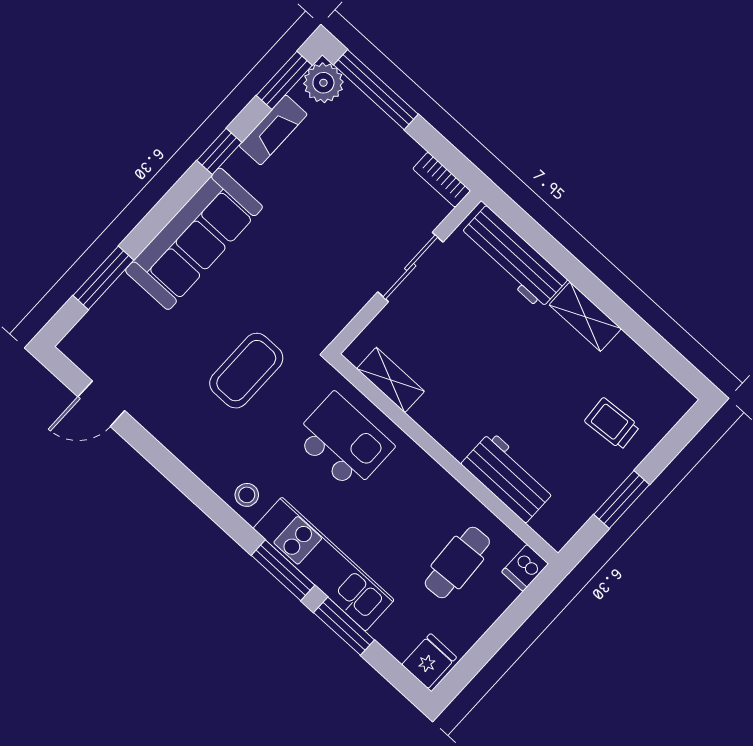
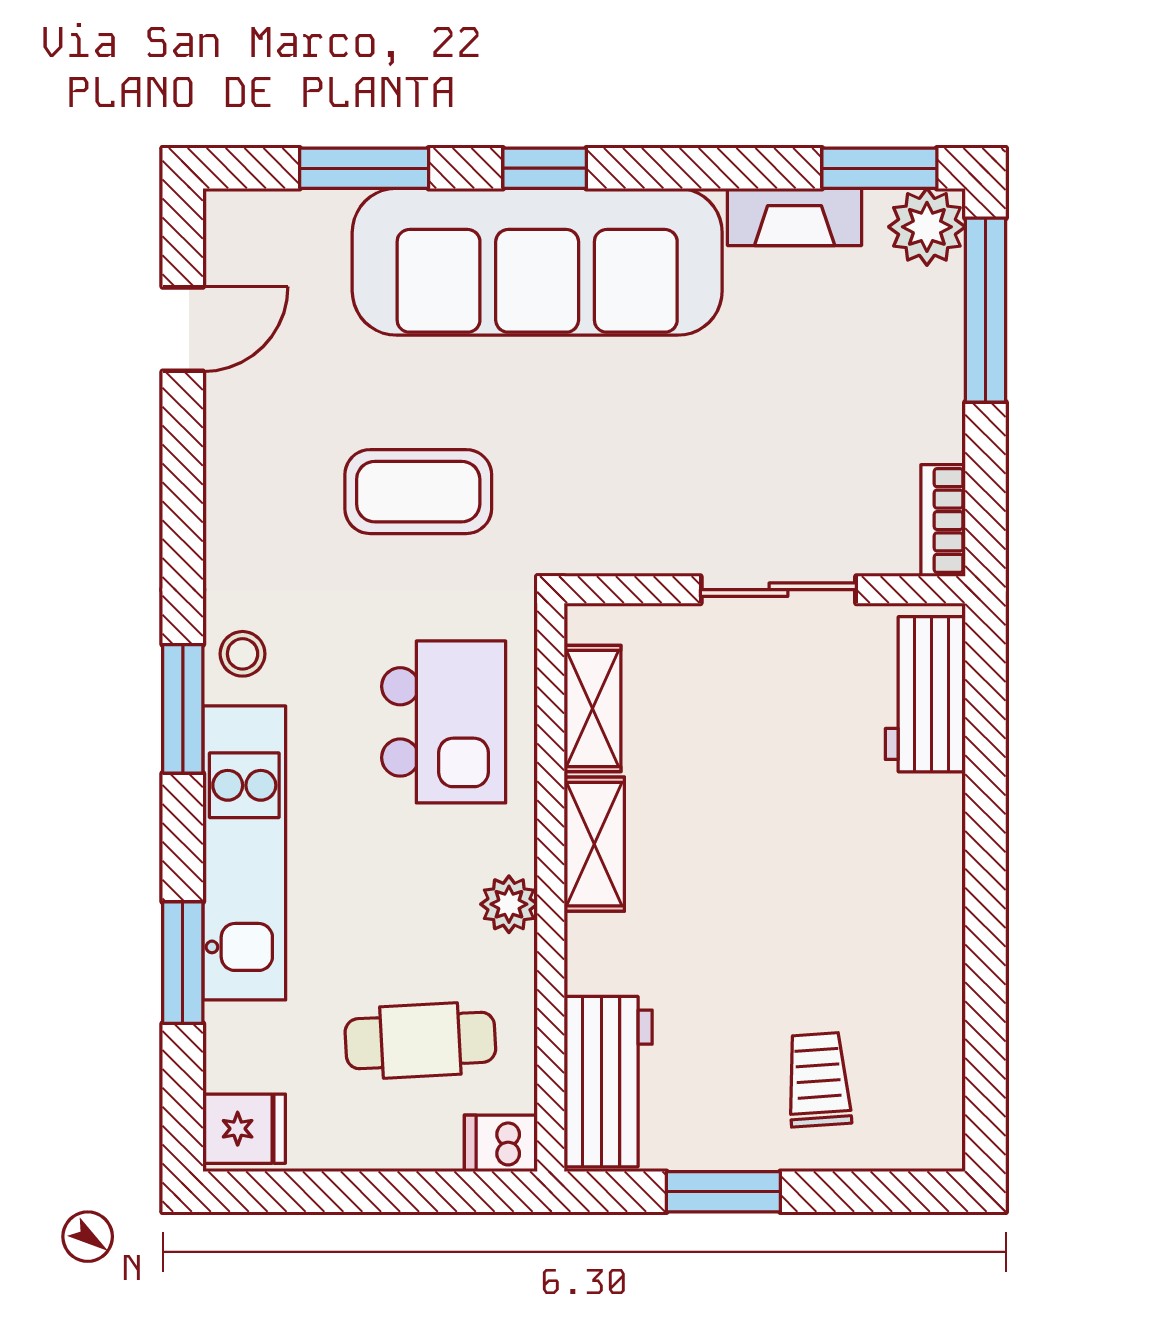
window: (219, 151) -> (545, 168), moved
sofa: (194, 239) -> (537, 262), width x1.36, depth x1.27
workbench: (513, 258) -> (925, 694), width x0.73
shelving: (585, 317) -> (594, 844), moved
door: (101, 404) -> (183, 329), swing flipped
workbench: (508, 477) -> (608, 1082), moved
plant: (436, 481) -> (509, 904), added
window: (283, 570) -> (183, 709), moved

